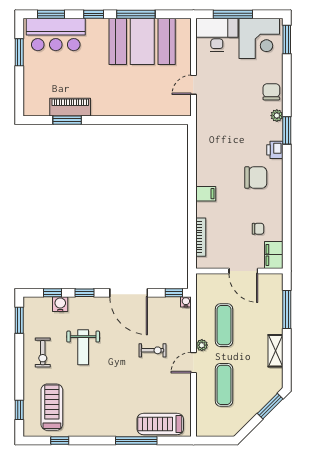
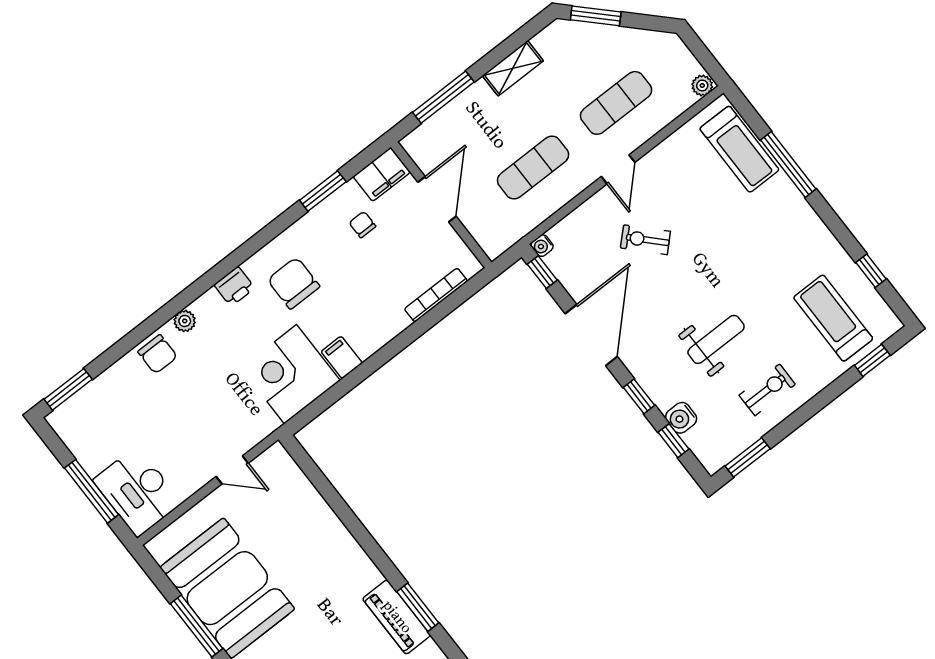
corner desk: (259, 38) -> (291, 374), moved, turned -90
chair: (271, 92) -> (158, 354), turned -90
window: (287, 130) -> (323, 191), moved
filing cabinet: (206, 194) -> (342, 357), moved
plant: (202, 345) -> (702, 86), moved
exercise bike: (152, 350) -> (645, 240), turned -44
door: (193, 363) -> (618, 169), hinge flipped
treadmill: (52, 407) -> (833, 318), turned 90

